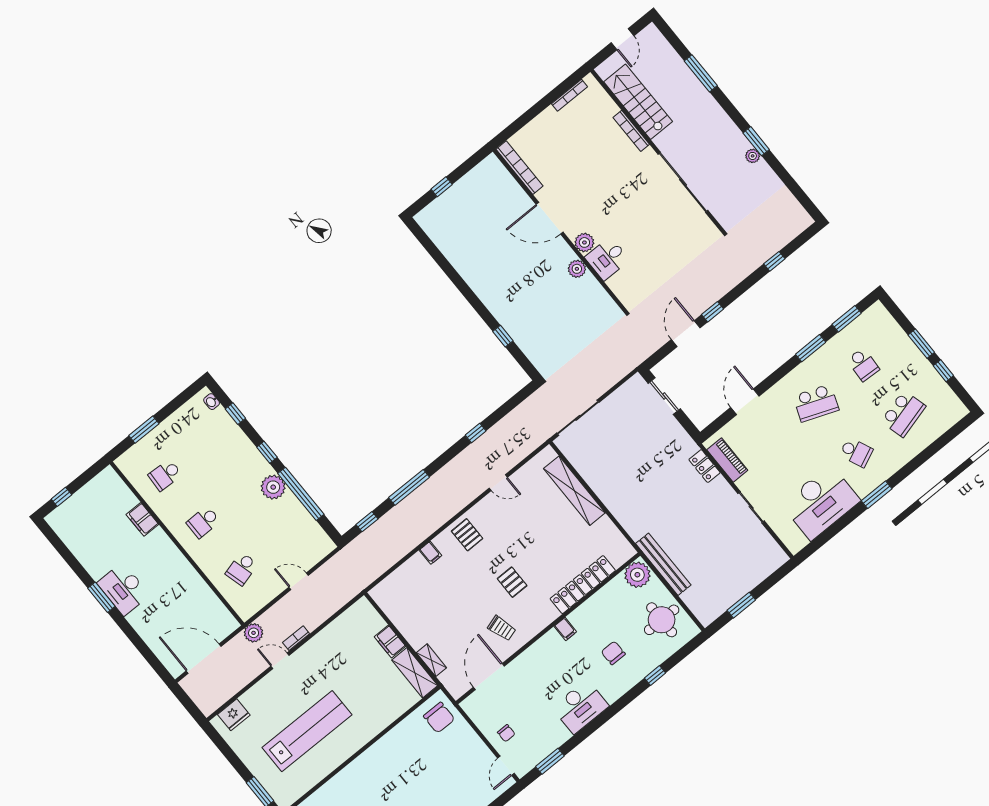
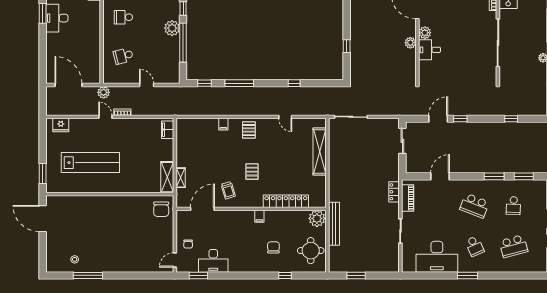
filing cabinet: (390, 641) -> (168, 130), moved
desk: (580, 707) -> (213, 261), moved

